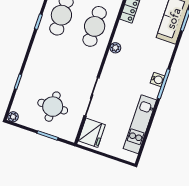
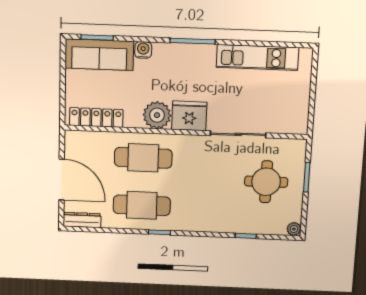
plant: (115, 48) -> (157, 115), width x1.87, depth x1.87
water cooler: (157, 80) -> (143, 50), moved
fridge: (92, 133) -> (189, 116), moved

